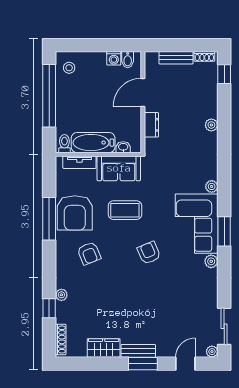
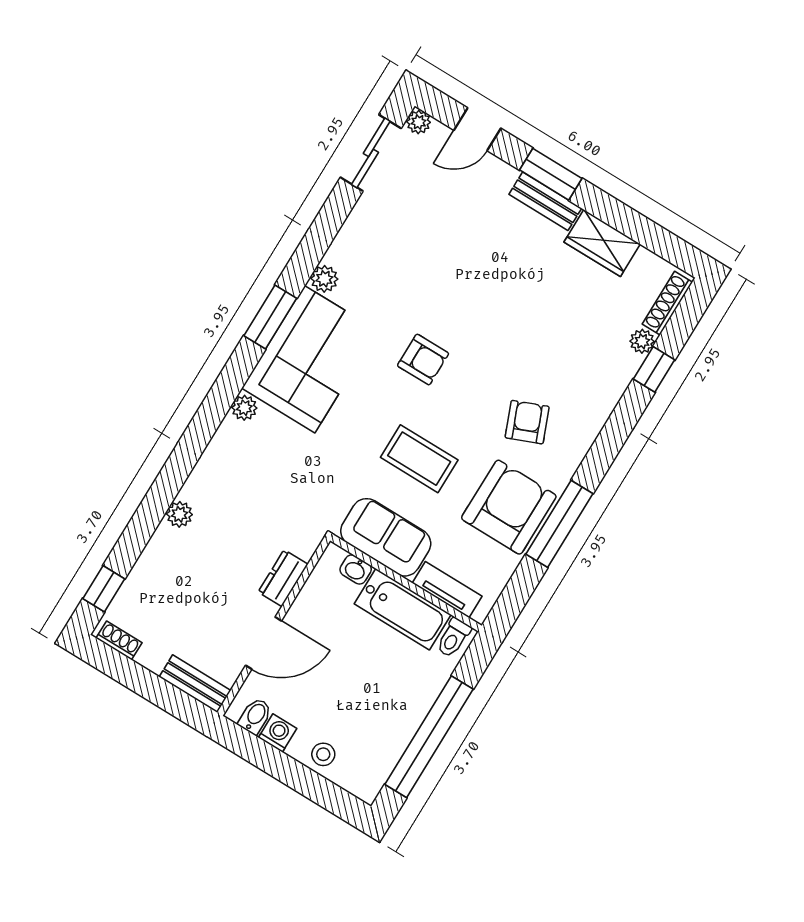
bench: (176, 58) -> (195, 684), moved
stool: (69, 68) -> (323, 754), moved
armchair: (149, 253) -> (423, 360), turned -67
plant: (61, 295) -> (642, 341), moved

